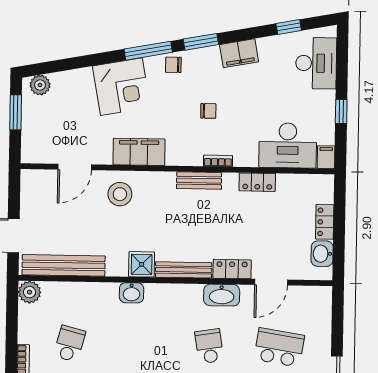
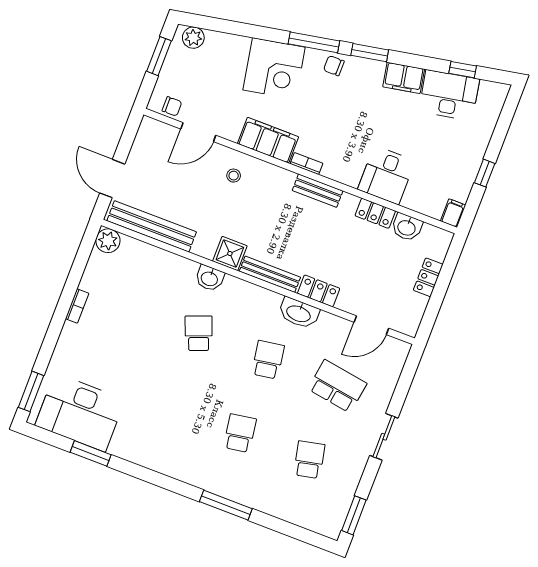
desk: (316, 63) -> (449, 95), moved, turned -101
chair: (208, 111) -> (172, 106), moved
desk: (288, 145) -> (386, 175), moved, width x0.73
bookcase: (218, 161) -> (306, 164), moved
stool: (120, 194) -> (234, 176), width x0.53, depth x0.53
washbasin: (322, 254) -> (407, 227), moved, turned -90
door: (271, 282) -> (371, 325), moved
school desk: (70, 344) -> (199, 333), moved, turned -36

